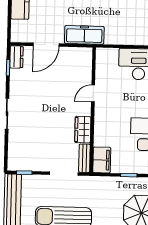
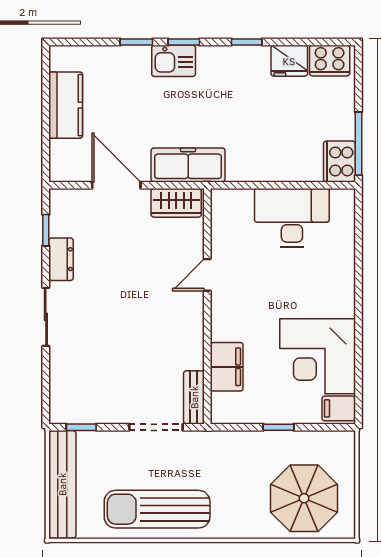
door: (46, 45) -> (116, 185), swing flipped
dresser: (16, 57) -> (61, 259), moved
wardrobe: (83, 130) -> (176, 203), moved, turned -90
filing cabinet: (102, 160) -> (227, 367), moved

